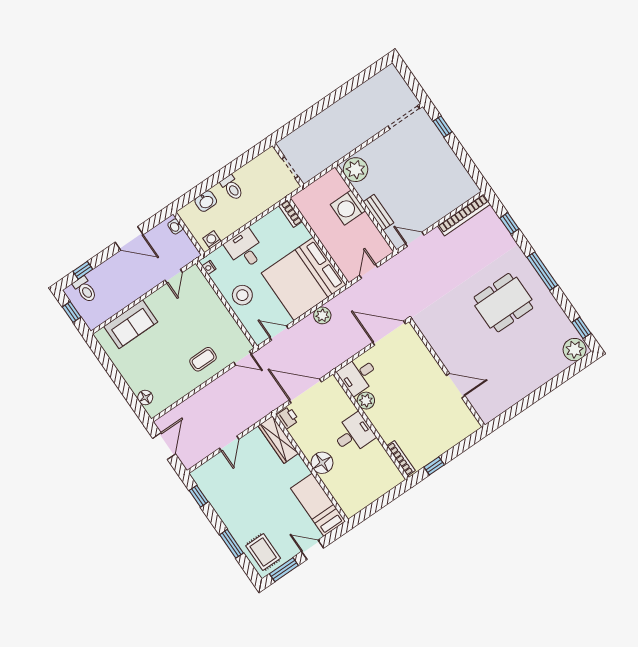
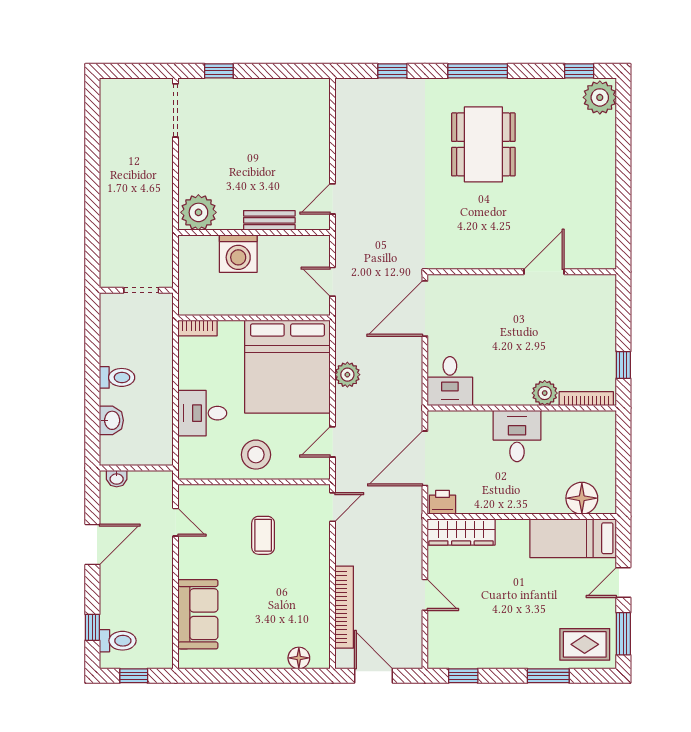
bookcase: (464, 215) -> (344, 607), moved
washing machine: (212, 240) -> (163, 445), removed
nightstand: (209, 267) -> (195, 472), removed
coffee table: (203, 359) -> (263, 535), moved
plant: (366, 401) -> (545, 393), moved
floor lamp: (322, 463) -> (582, 498), moved

